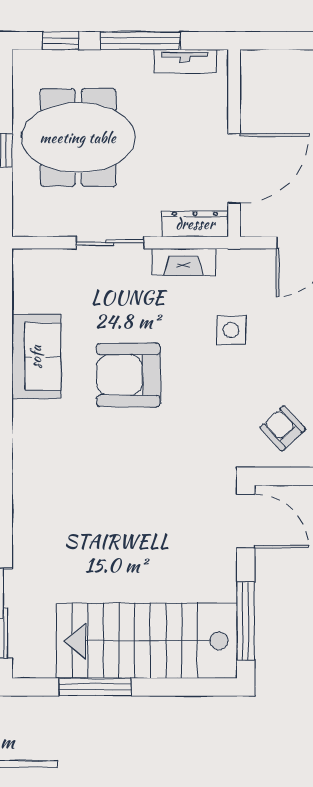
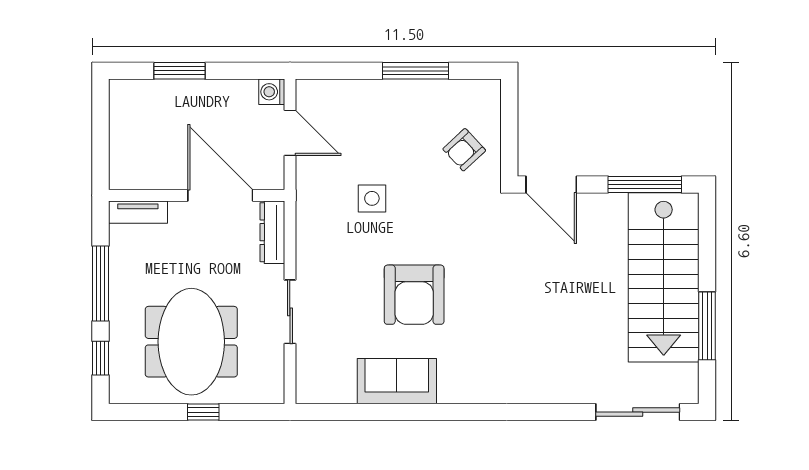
tv unit: (185, 61) -> (138, 212), moved, turned 90
fireplace: (184, 262) -> (308, 243), removed
door: (246, 521) -> (551, 185), swing flipped

